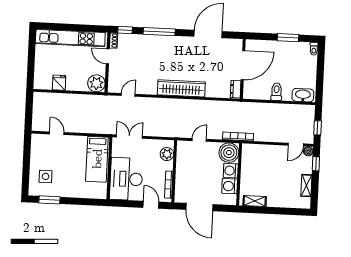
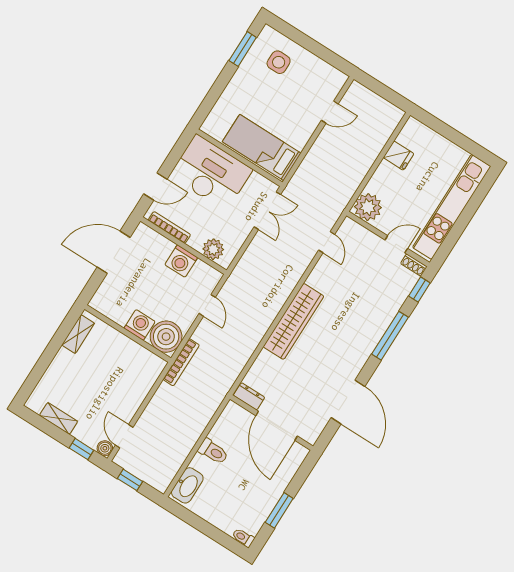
washing machine: (230, 186) -> (181, 261), moved, turned 180

